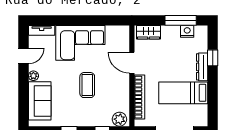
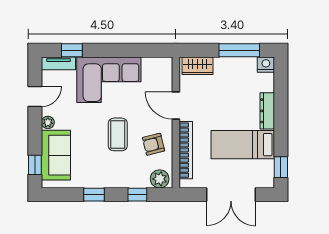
window: (52, 20) -> (72, 50), added
nightstand: (187, 31) -> (266, 65), moved
window: (213, 58) -> (281, 167), moved
armchair: (115, 93) -> (154, 144), added
window: (23, 108) -> (35, 165), added

